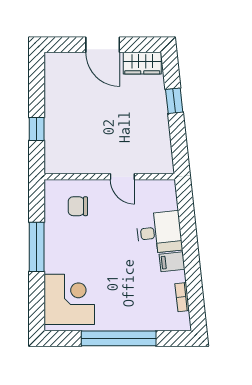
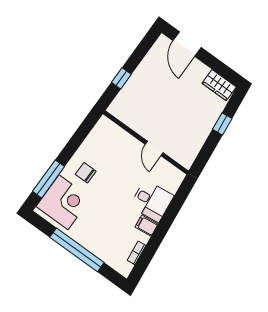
door: (103, 45) -> (187, 44), moved
chair: (78, 206) -> (86, 173), moved
window: (37, 247) -> (49, 179), moved

